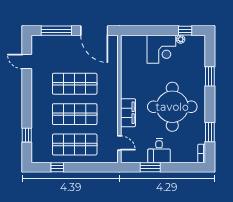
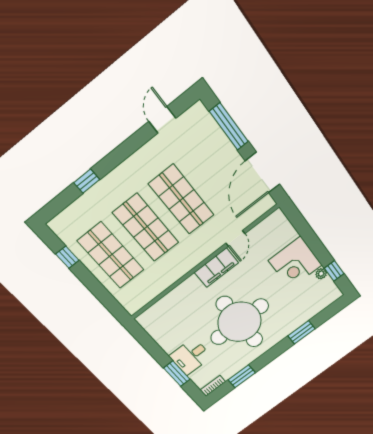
filing cabinet: (128, 113) -> (216, 268), moved
window: (27, 135) -> (87, 181), moved
door: (119, 143) -> (235, 238), moved
desk: (159, 151) -> (191, 356), moved
window: (150, 167) -> (177, 374), moved

